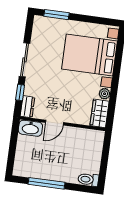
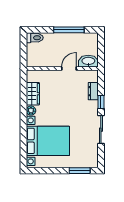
door: (55, 123) -> (69, 69), moved
wall: (63, 124) -> (62, 69), moved
washbasin: (30, 128) -> (88, 61), moved

